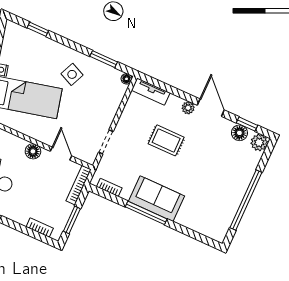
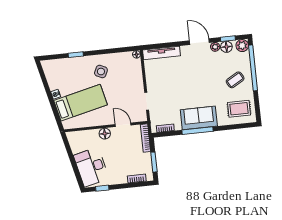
window: (38, 29) -> (76, 55), moved
window: (104, 59) -> (115, 50), removed
tv unit: (151, 92) -> (162, 53), width x1.41
plant: (188, 108) -> (215, 47), moved
rug: (166, 140) -> (239, 109), moved
coffee table: (227, 179) -> (235, 80), added
window: (246, 200) -> (253, 68), moved

